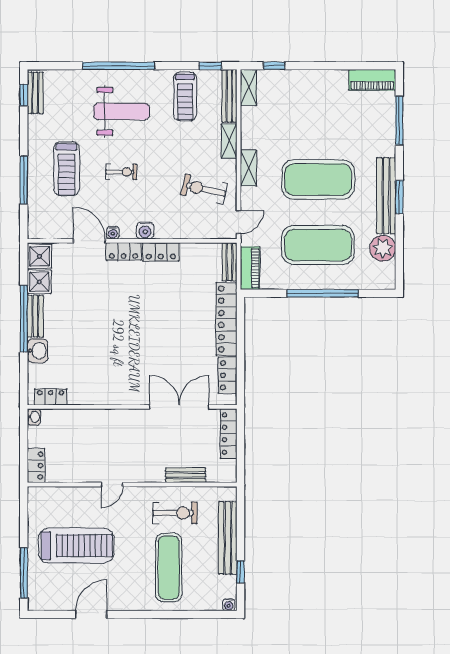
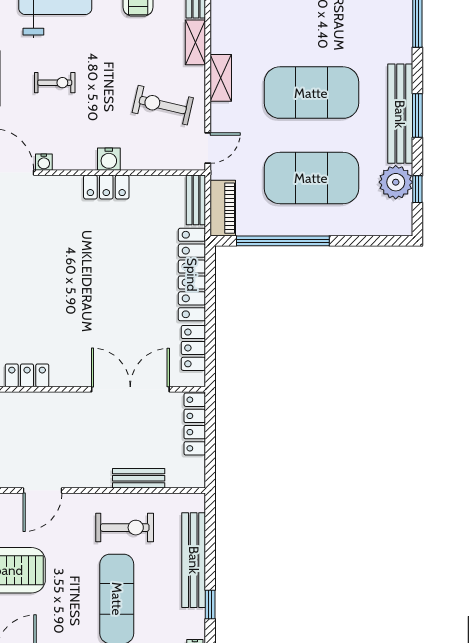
water cooler: (145, 230) -> (109, 159), moved
locker: (124, 252) -> (27, 375), moved, turned 180
window: (399, 253) -> (417, 189), added
window: (323, 293) -> (283, 241), moved
door: (112, 485) -> (42, 491), width x1.37

